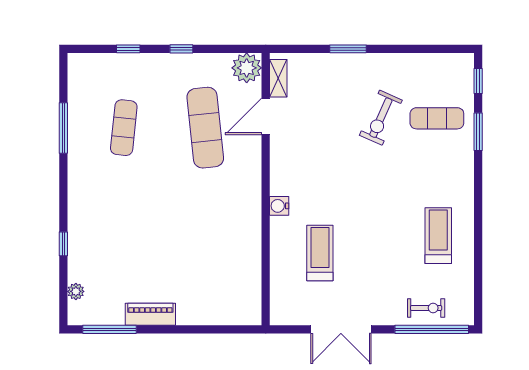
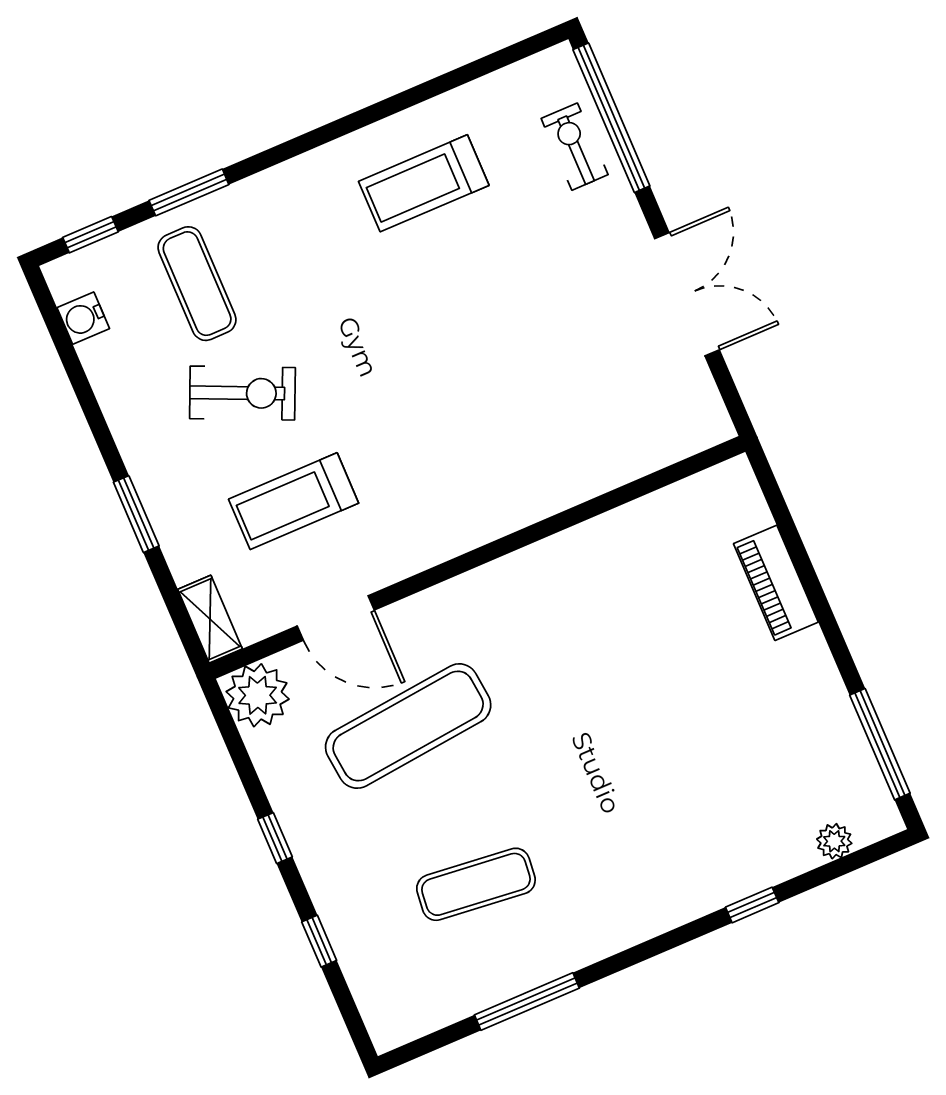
shelving: (278, 78) -> (210, 619), moved, turned 90
water cooler: (279, 206) -> (83, 318), moved, turned 90
treadmill: (320, 253) -> (294, 501), moved
piano: (150, 314) -> (776, 583), moved

